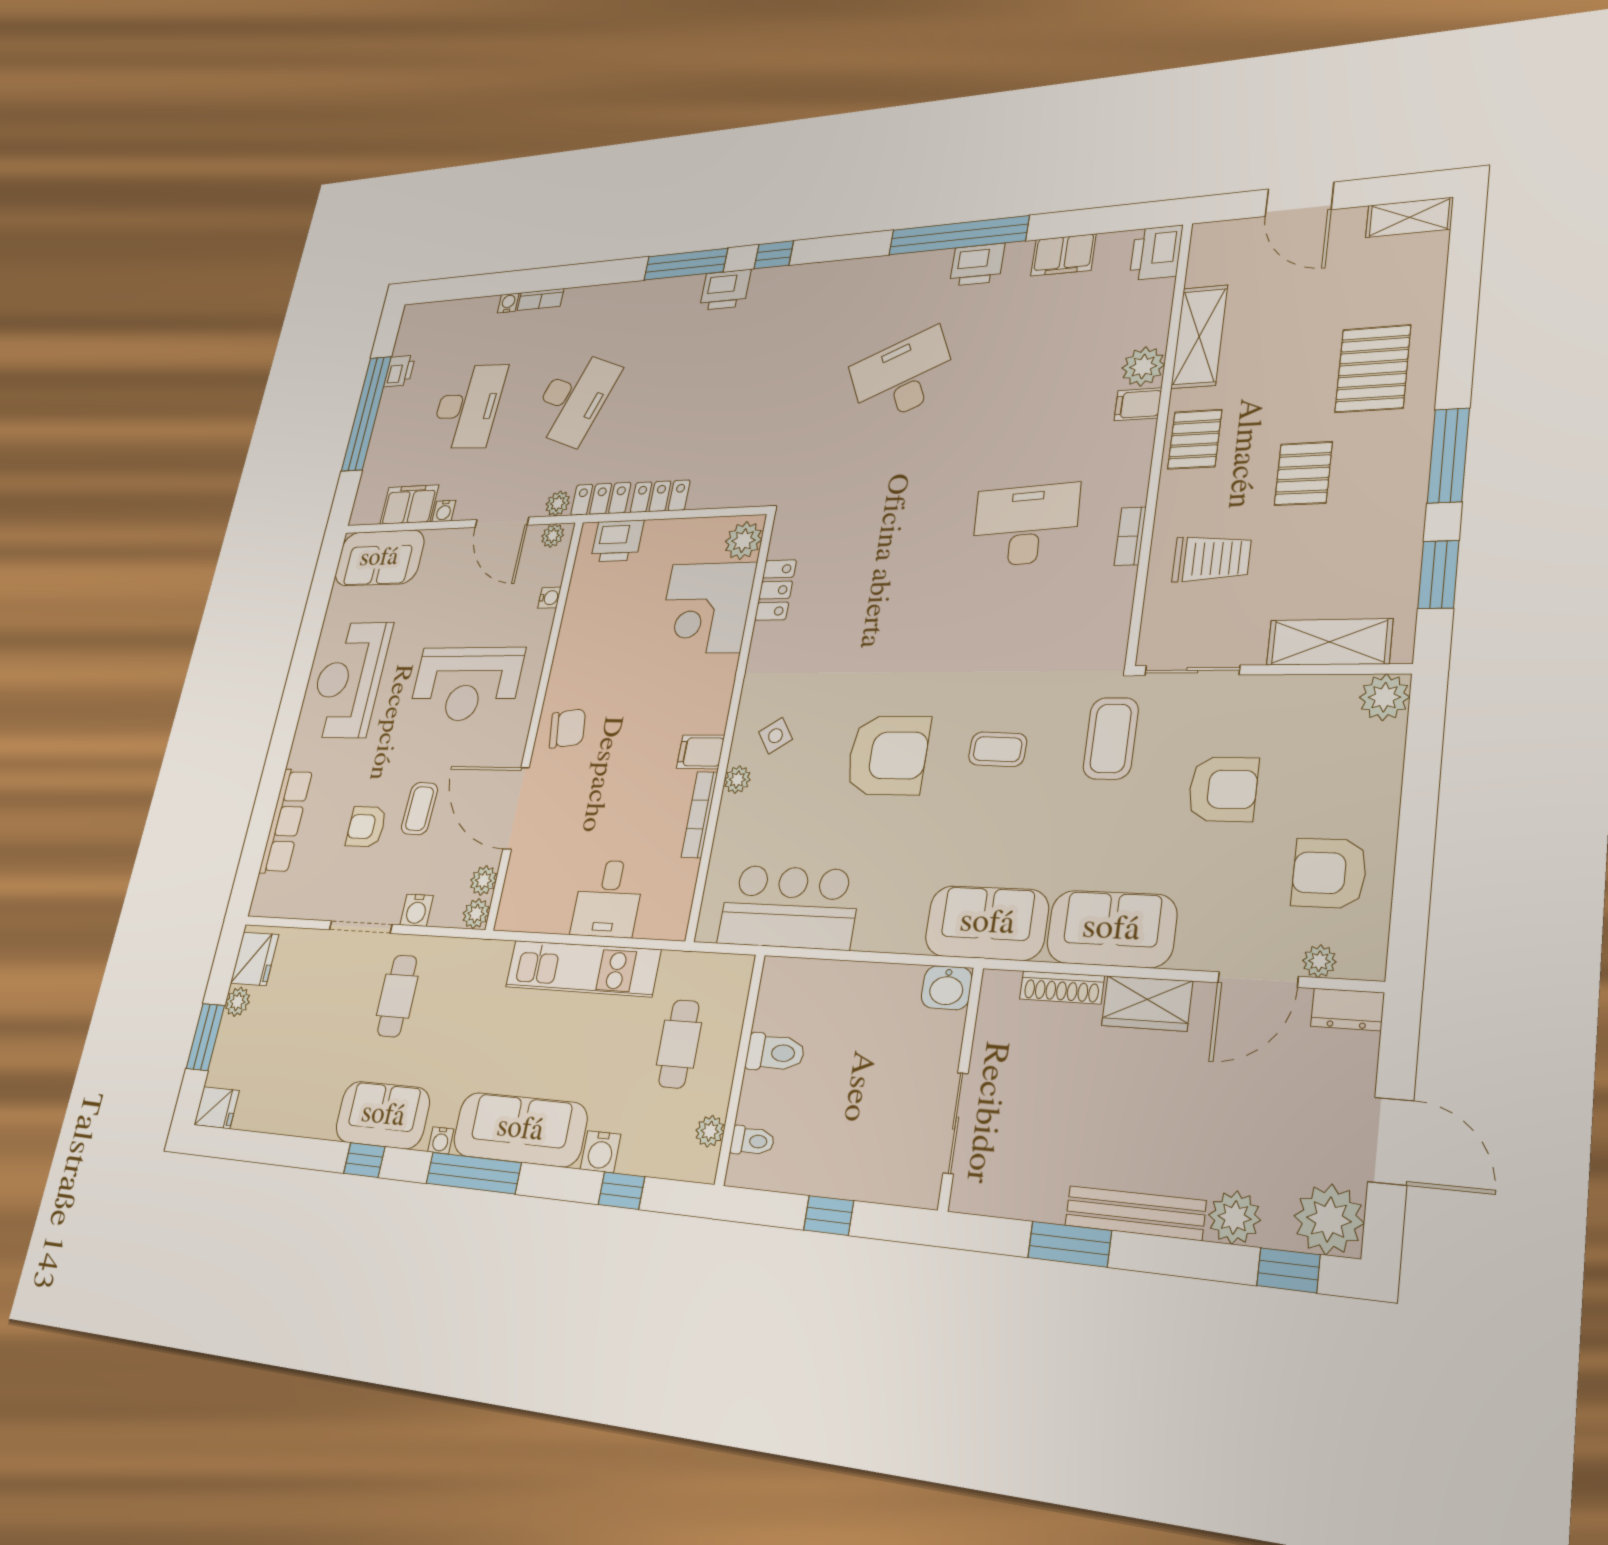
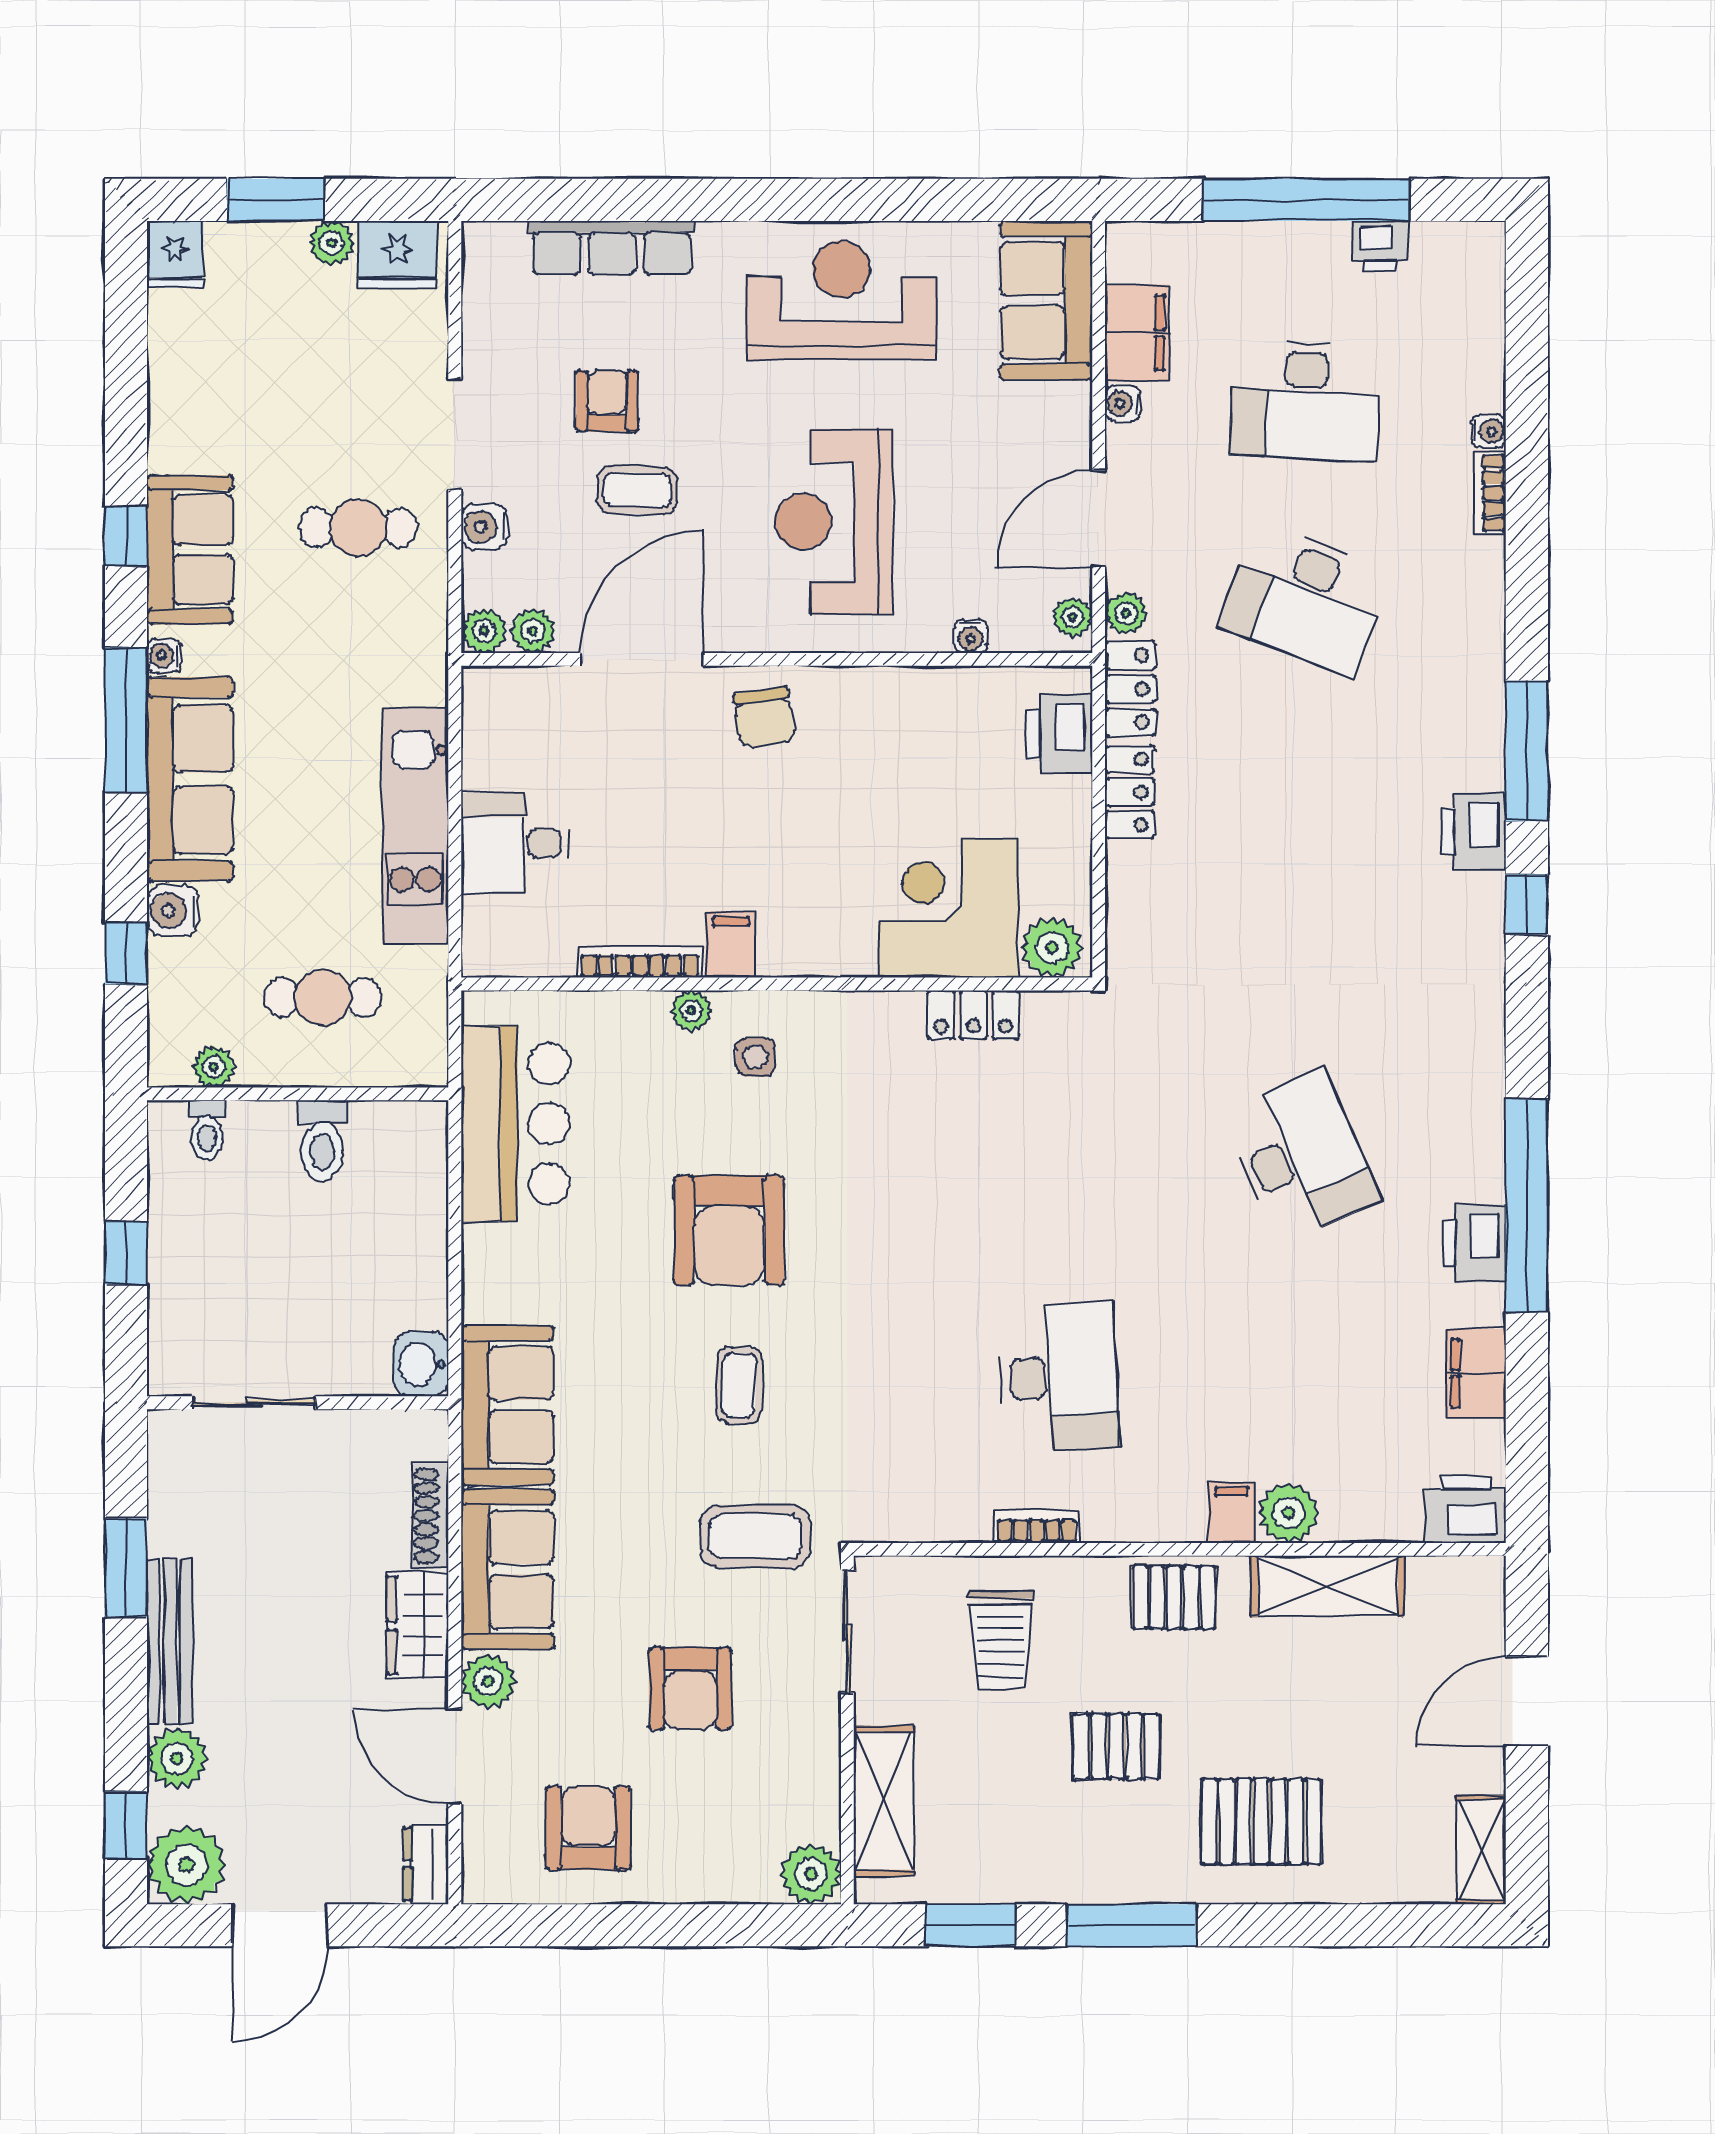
side table: (775, 736) -> (755, 1057), turned 34
plant: (1319, 961) -> (488, 1681), moved, width x1.38, depth x1.38

